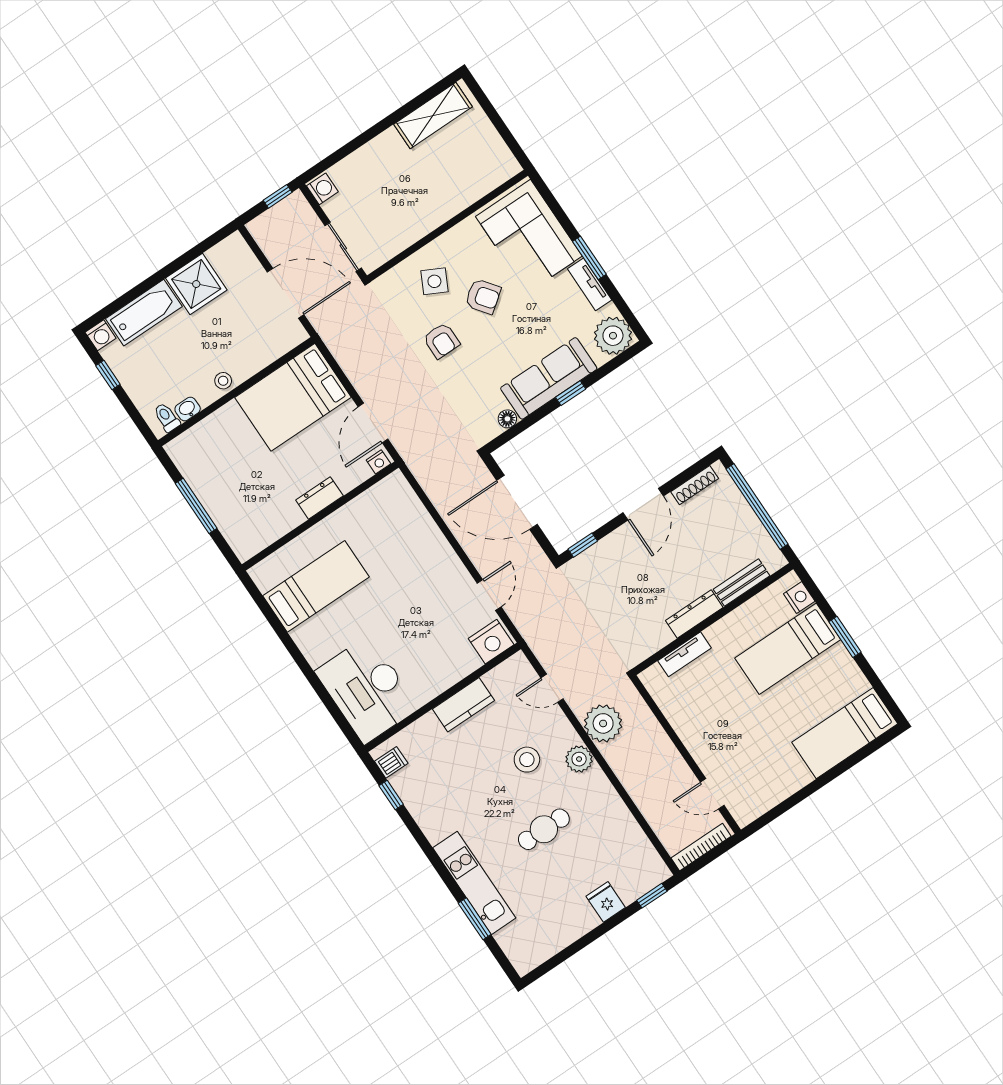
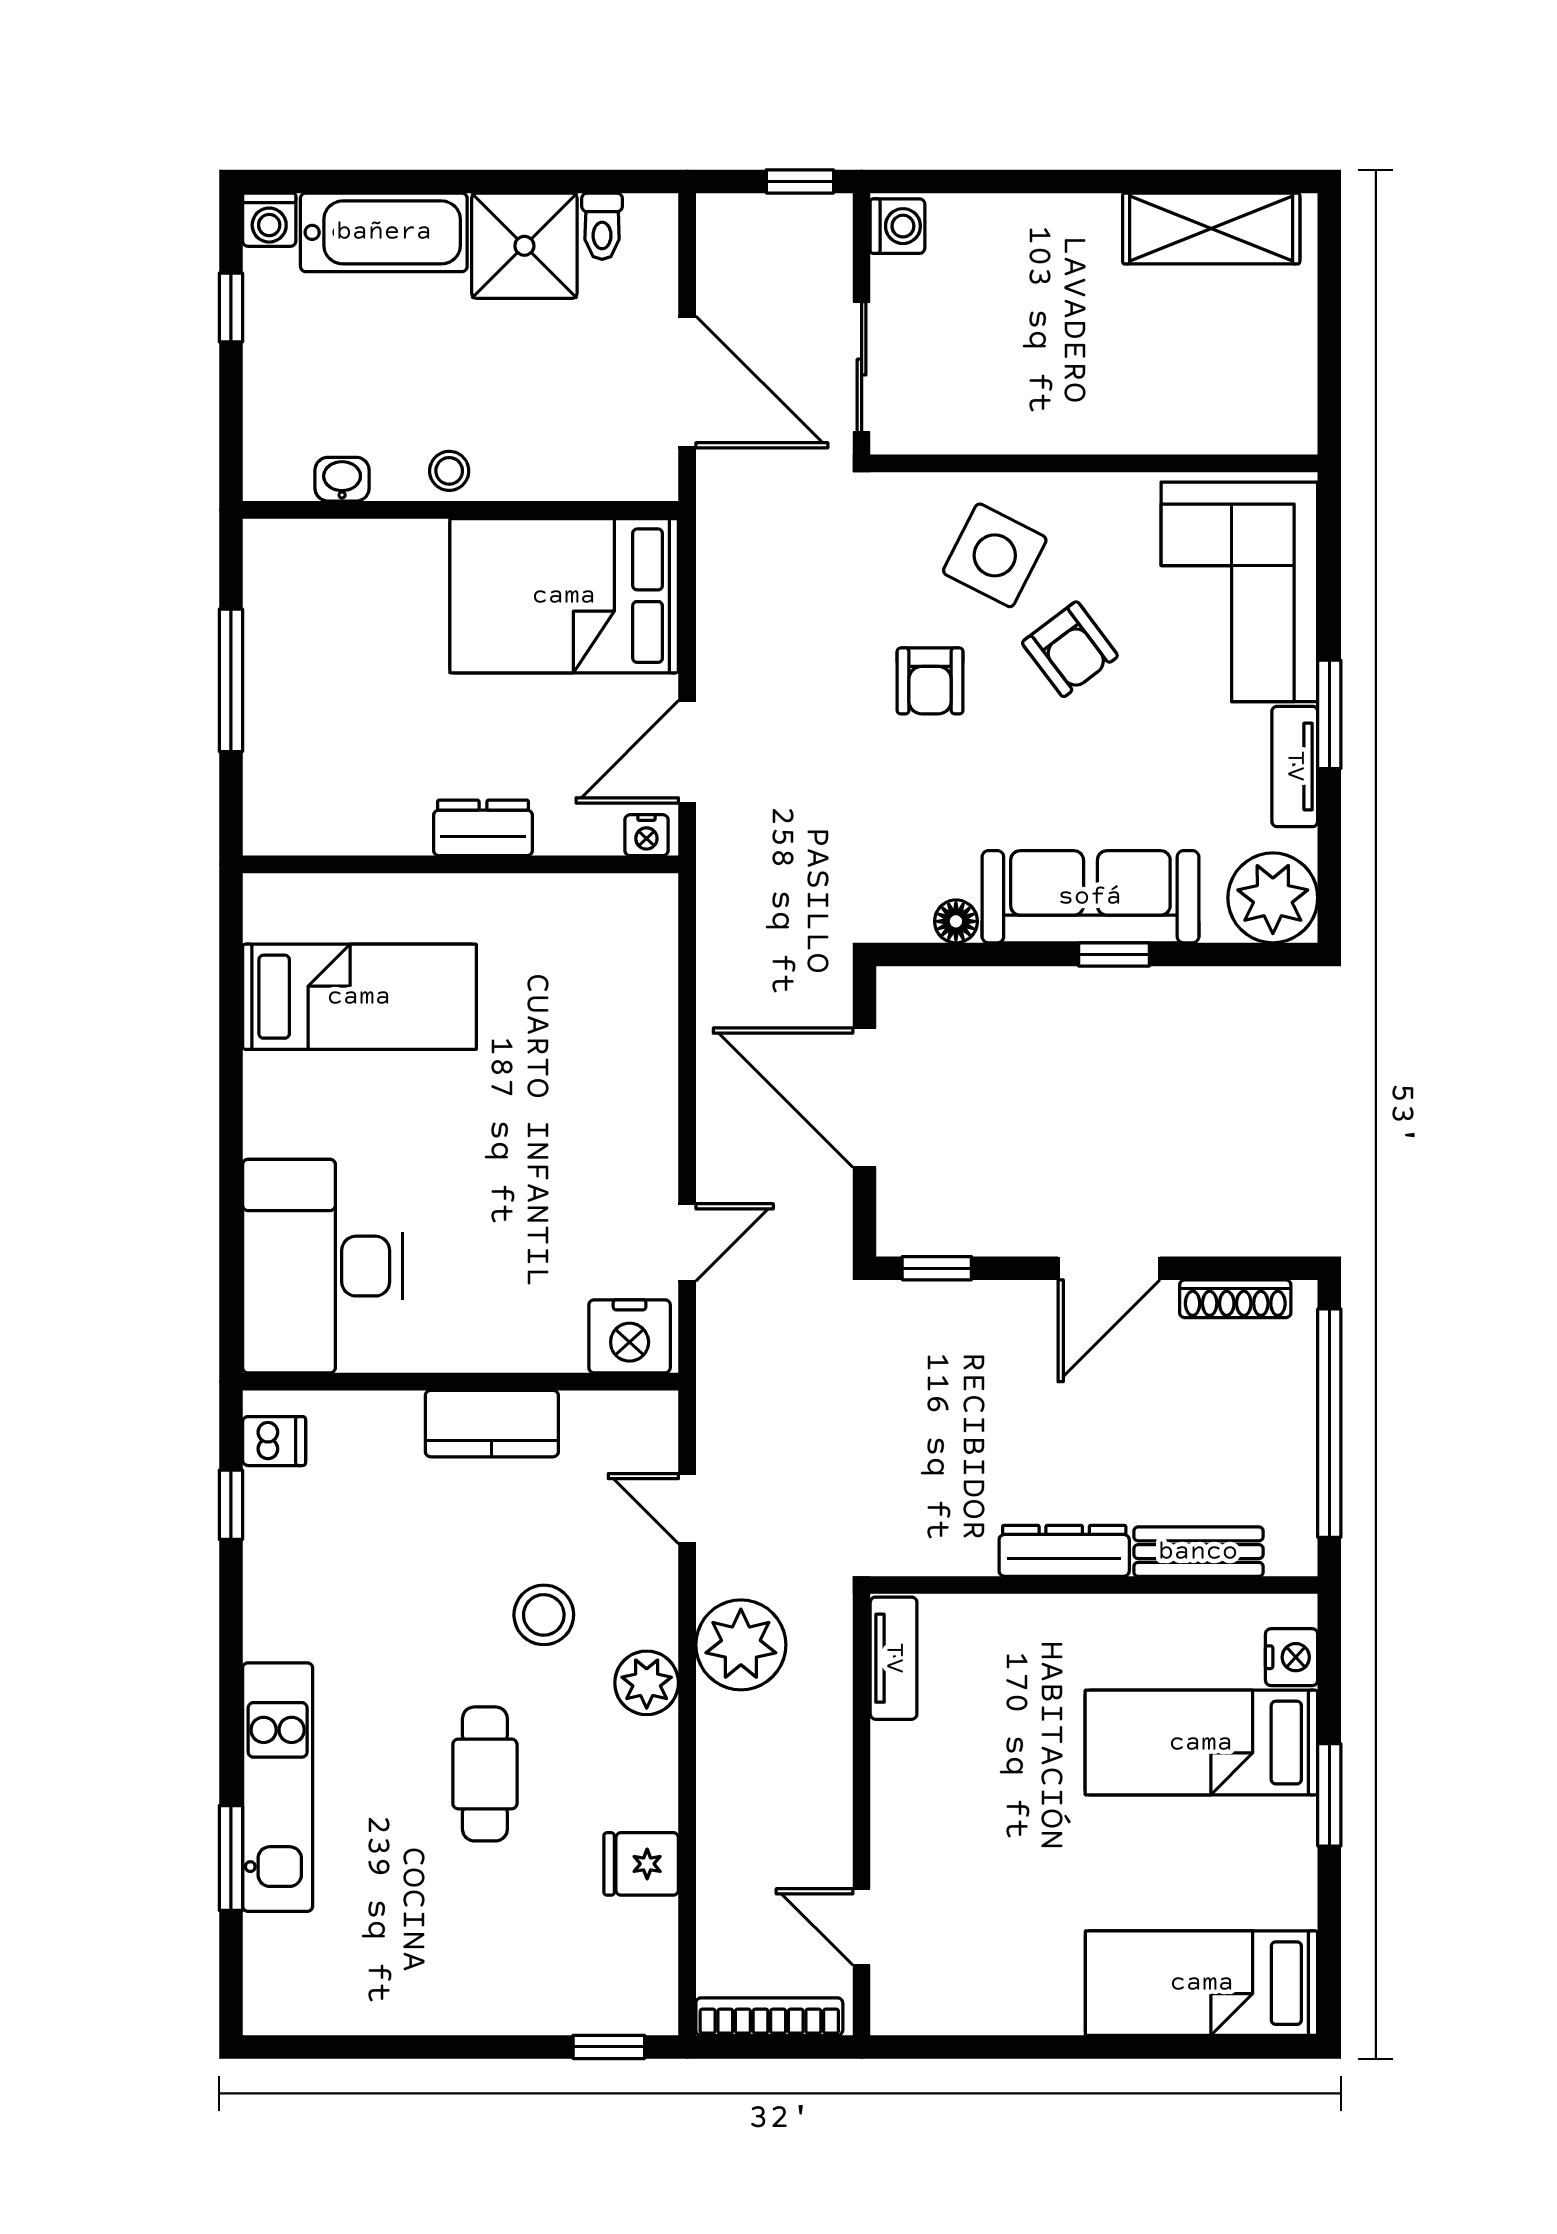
side table: (434, 281) -> (995, 555), width x1.37, depth x1.37
toilet: (167, 417) -> (602, 226), moved, turned 180
tv unit: (685, 654) -> (894, 1658), moved, turned -90
cafe table: (544, 829) -> (485, 1774), turned 90
fridge: (606, 902) -> (641, 1864), moved, turned -90

